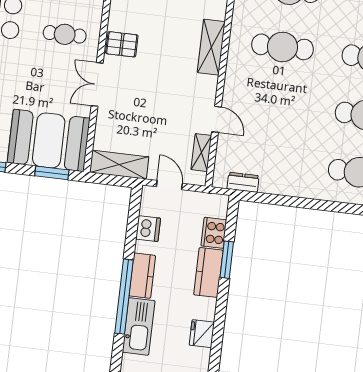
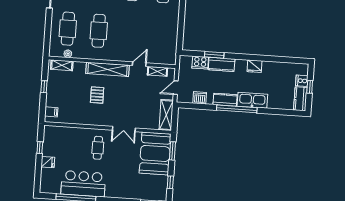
pallet: (122, 44) -> (97, 95), moved
shelving: (211, 47) -> (108, 69), width x1.47
dresser: (243, 182) -> (172, 48), removed

